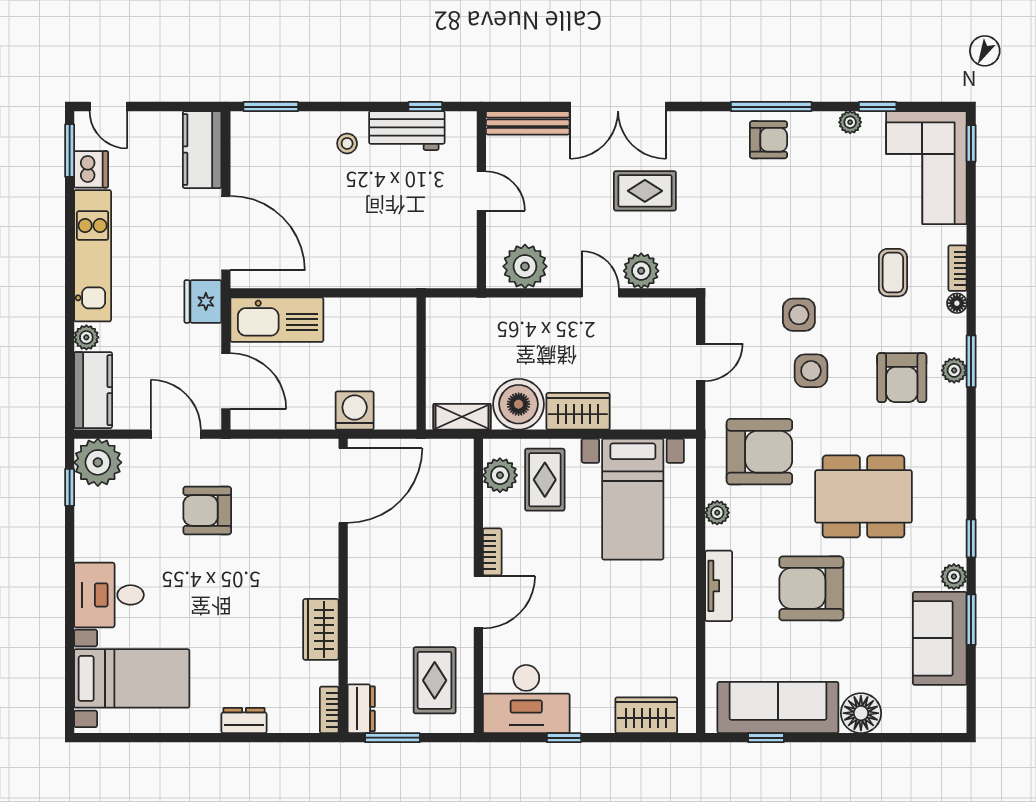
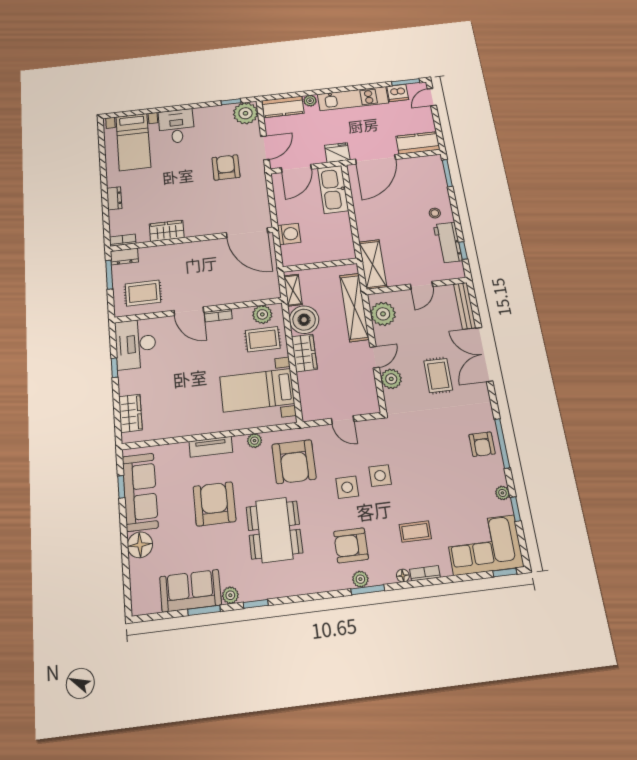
shelving: (431, 270) -> (373, 264), added
shelving: (507, 314) -> (354, 307), added

